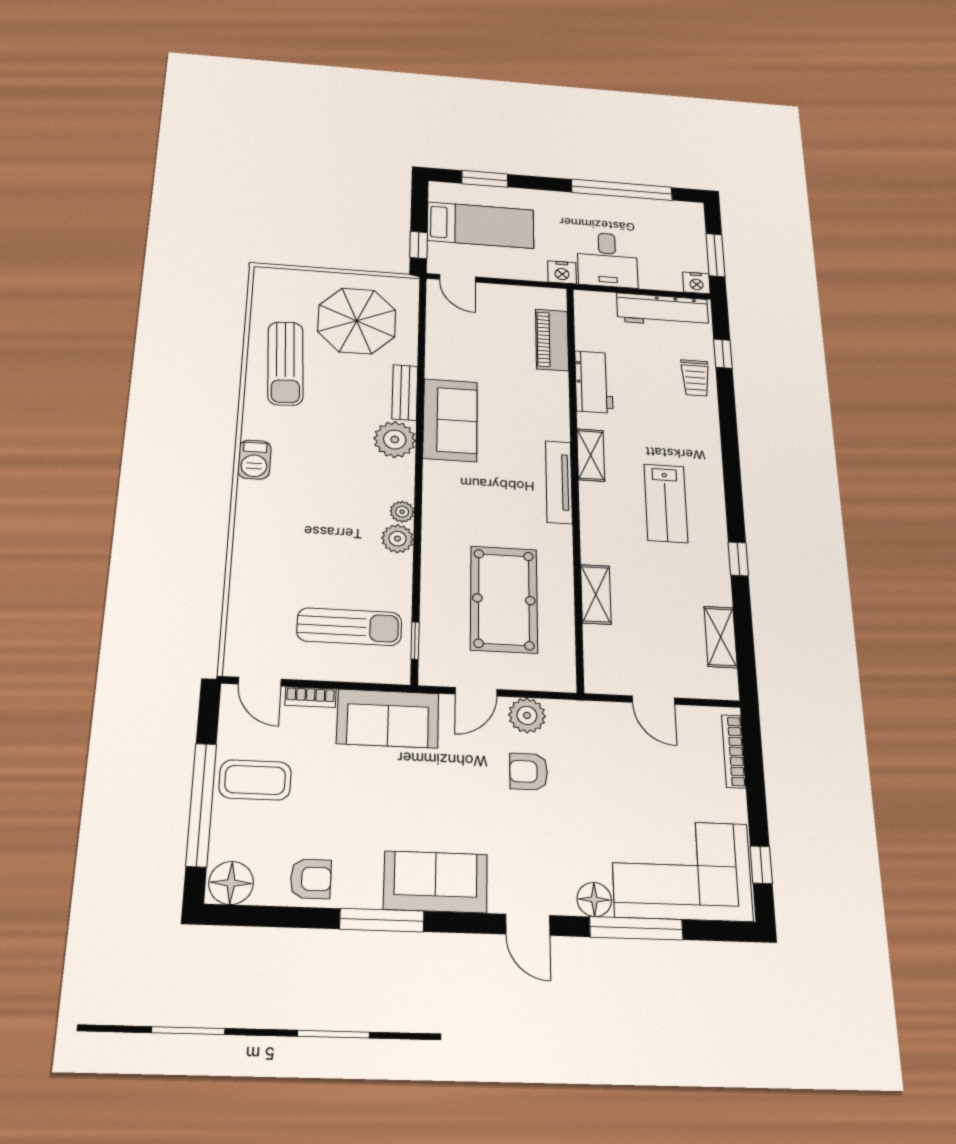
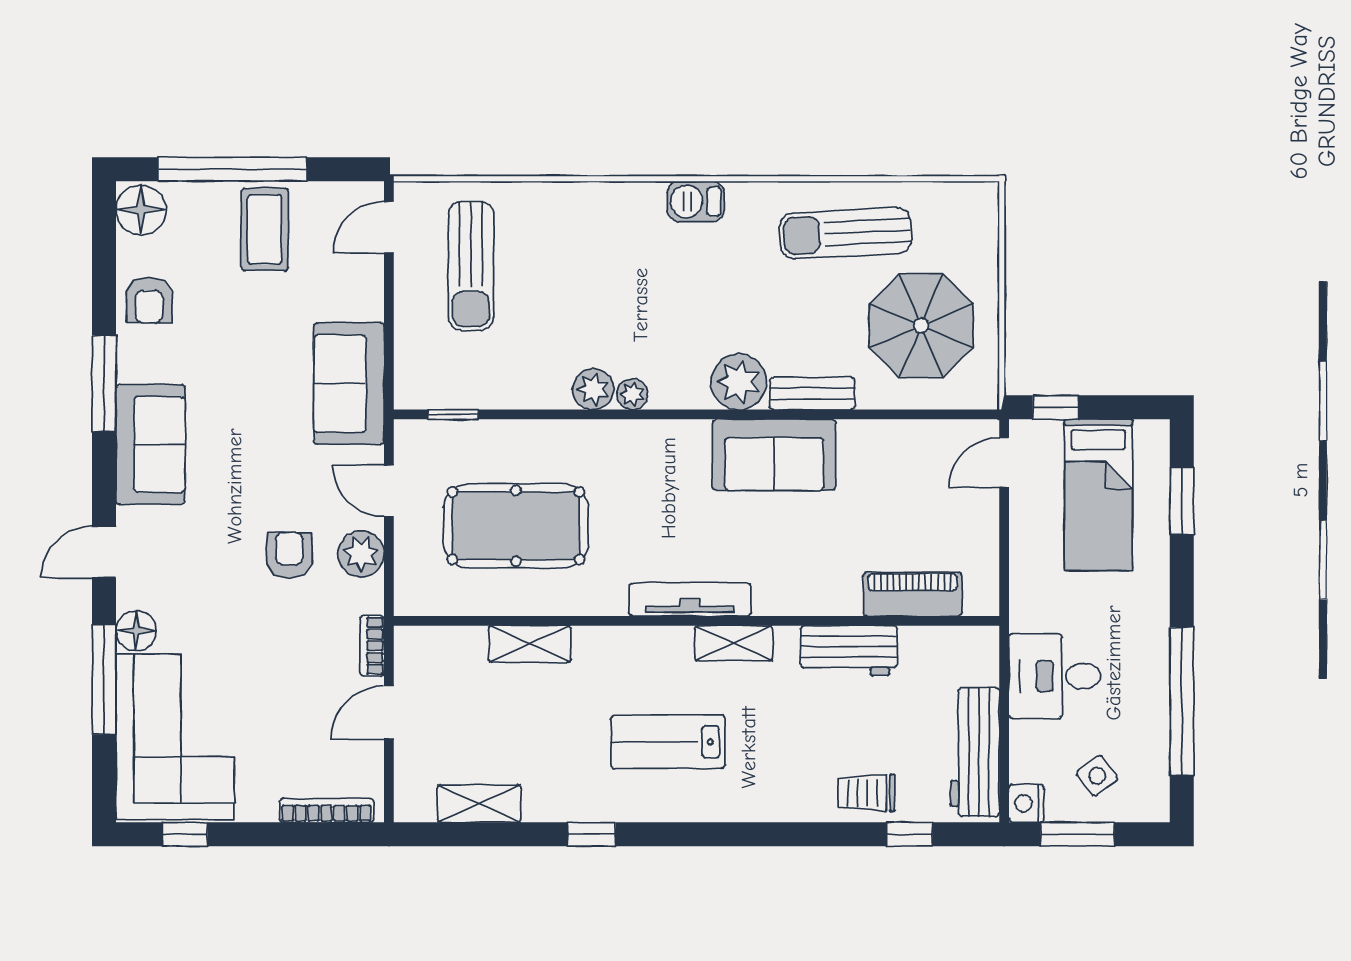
side table: (675, 241) -> (1097, 776), added
nightstand: (562, 272) -> (1027, 610), removed
sun lounger: (349, 627) -> (471, 266), moved
bookcase: (311, 697) -> (372, 646), moved

